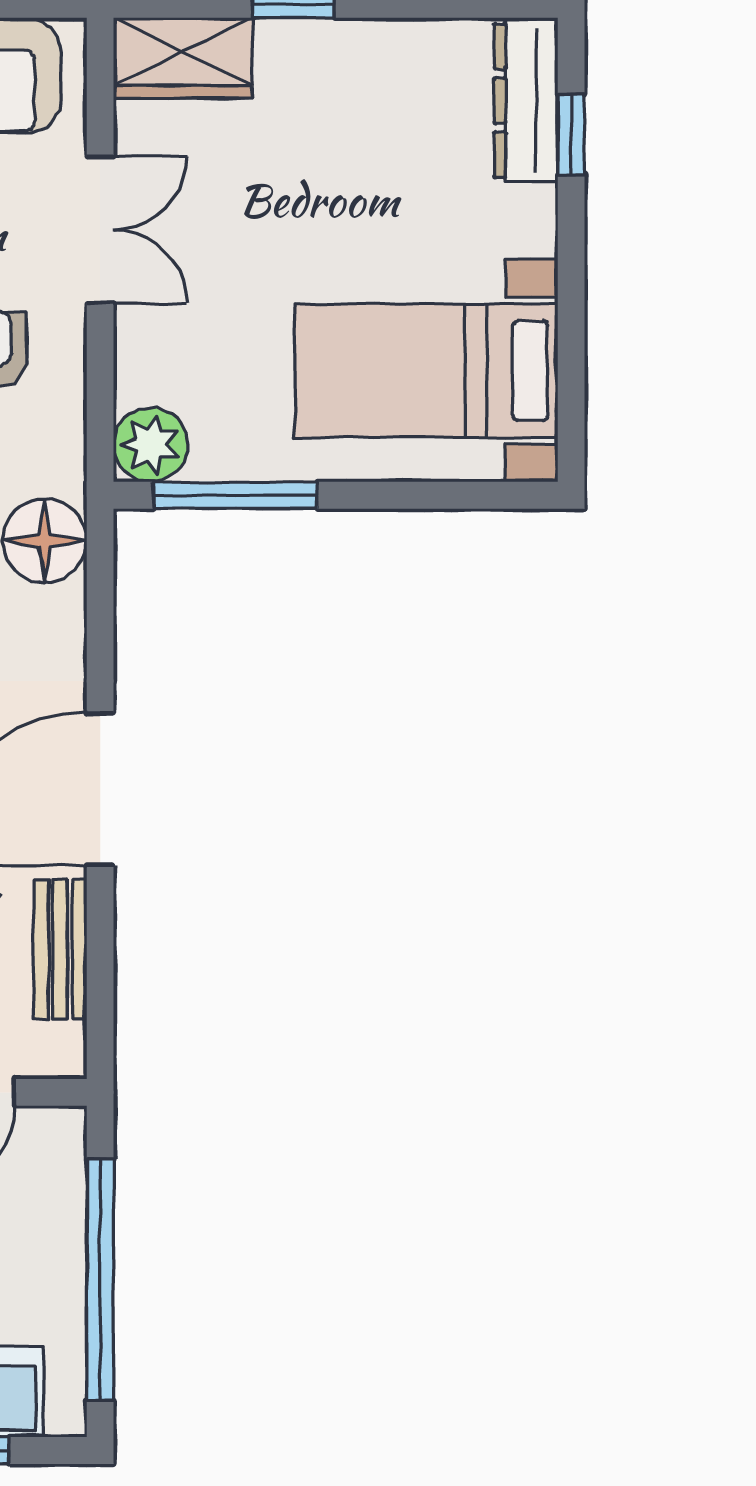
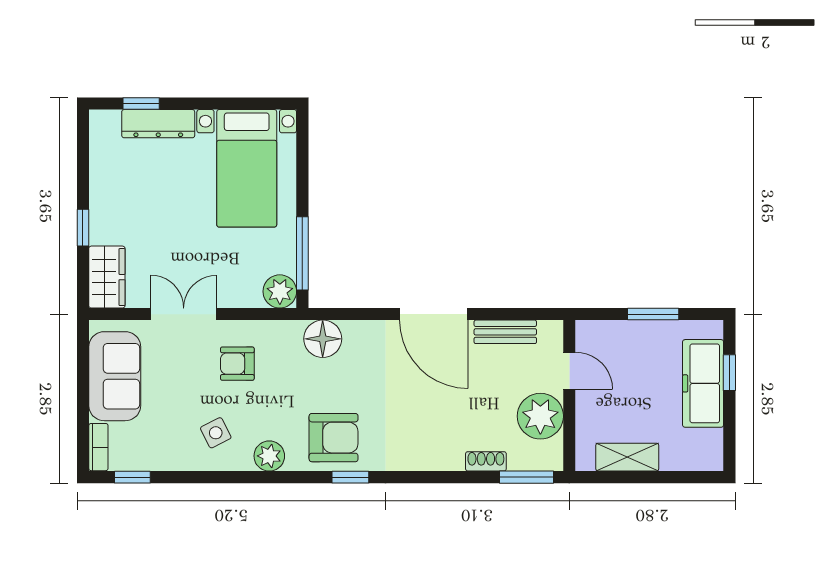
dresser: (526, 100) -> (158, 124), moved
window: (100, 1280) -> (653, 314), width x0.47

